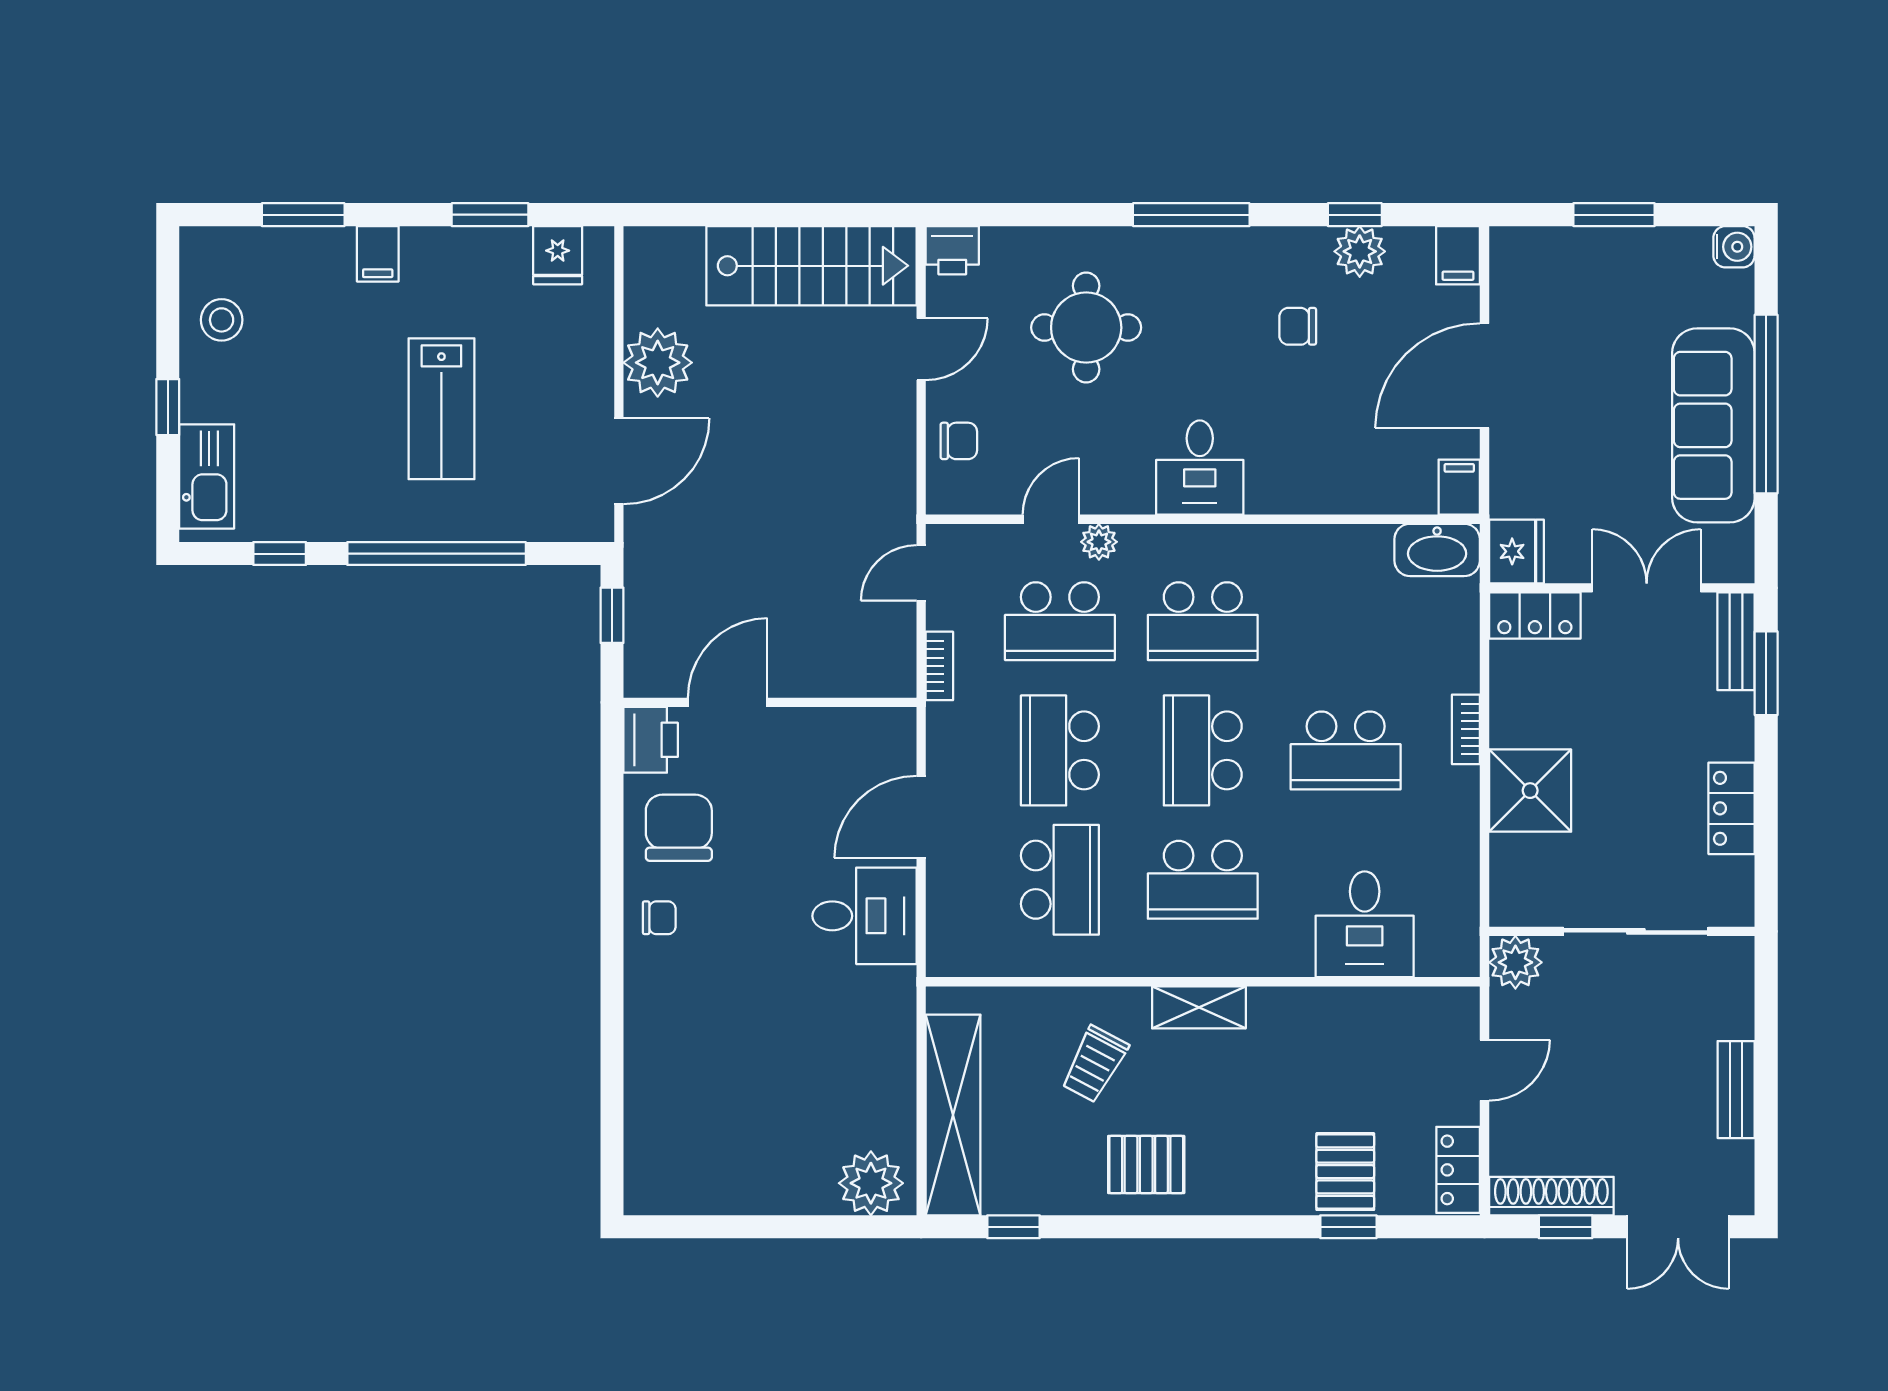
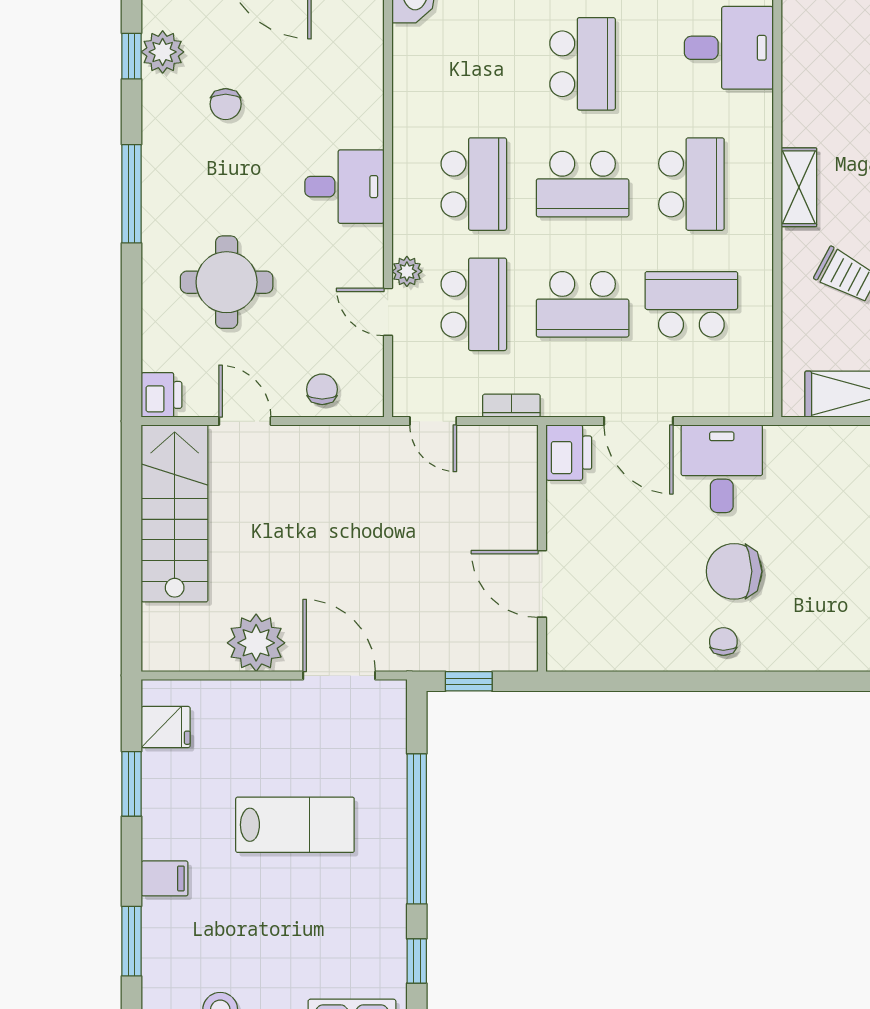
printer: (651, 740) -> (569, 453), moved, turned 90
chair: (679, 828) -> (734, 571), moved

